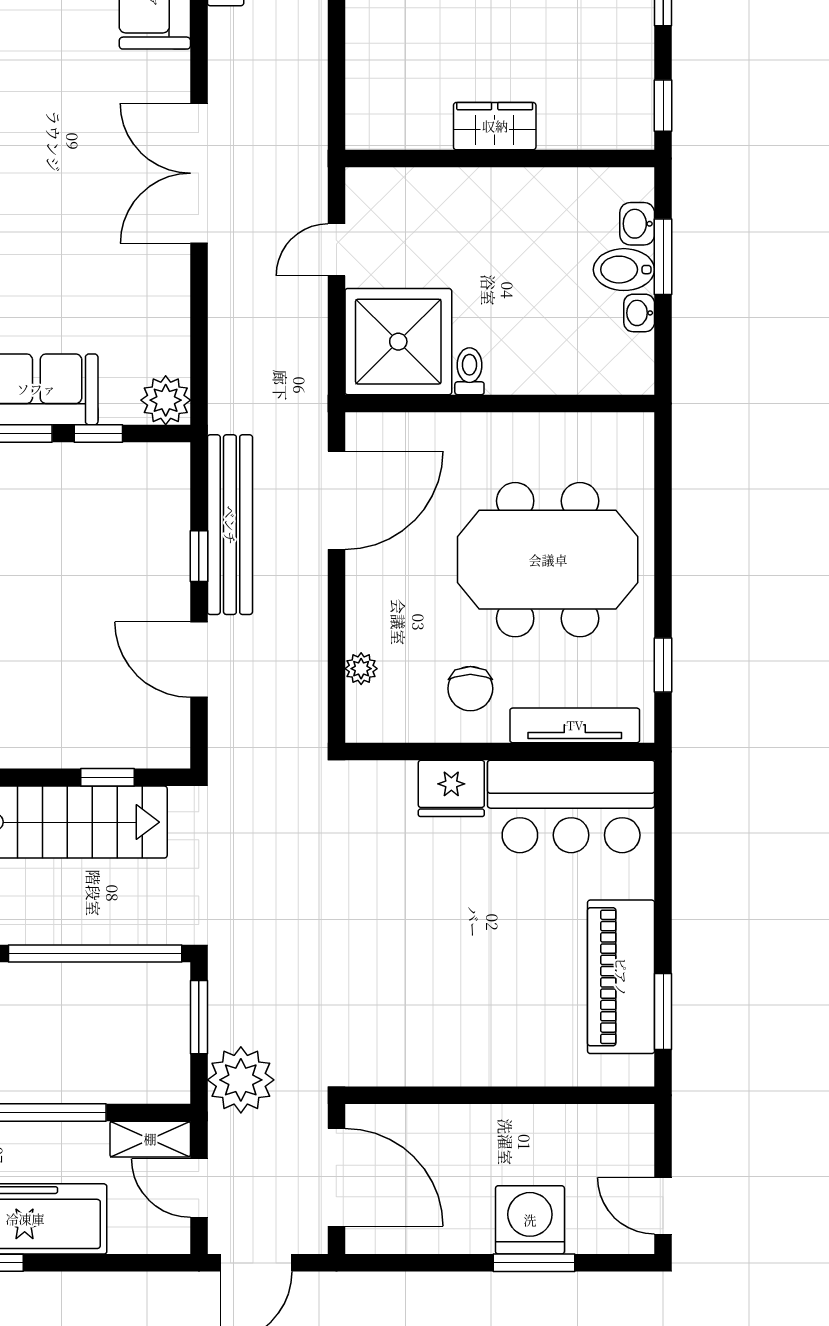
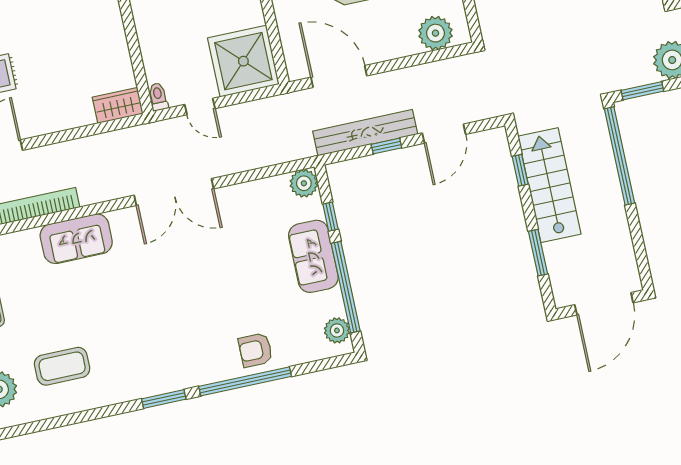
wardrobe: (495, 126) -> (118, 105), moved, turned 90
toilet: (469, 371) -> (158, 97), moved, turned 90
plant: (361, 669) -> (435, 33), width x1.87, depth x1.87

